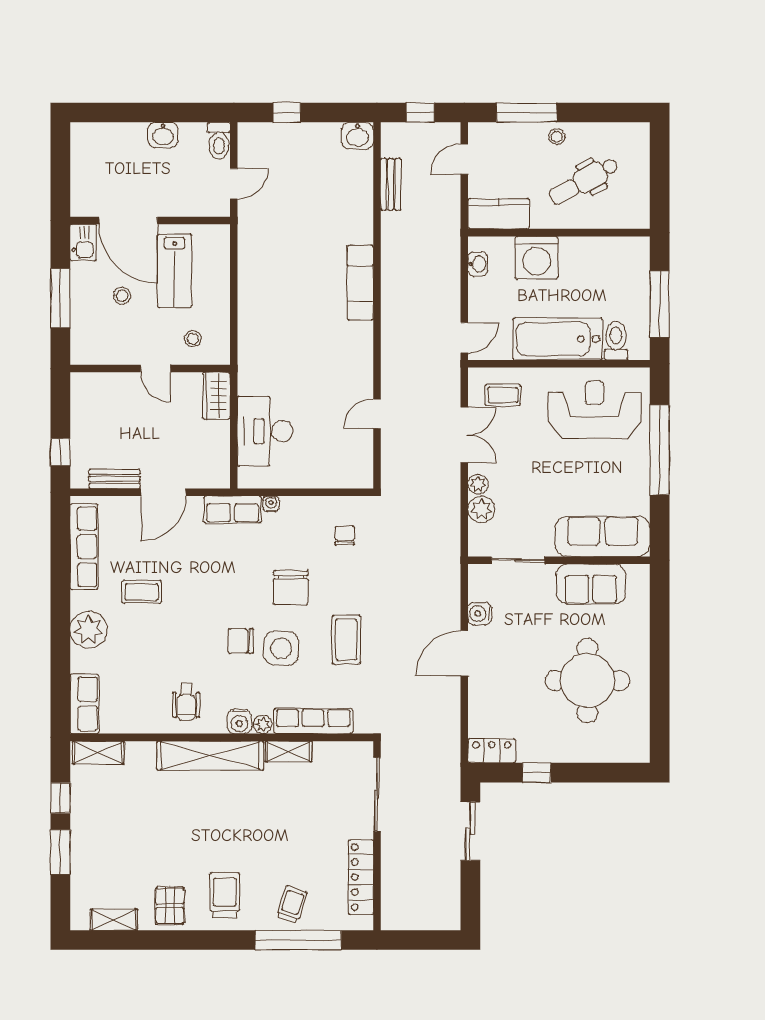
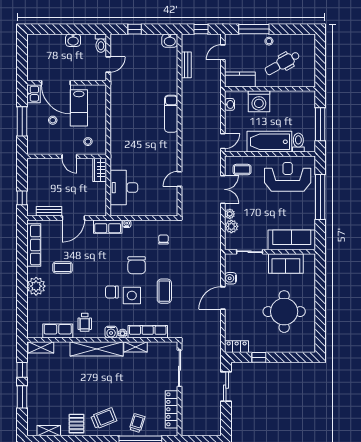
row of seats: (84, 704) -> (58, 331), moved, turned -90
trolley: (225, 895) -> (104, 418), turned 68

